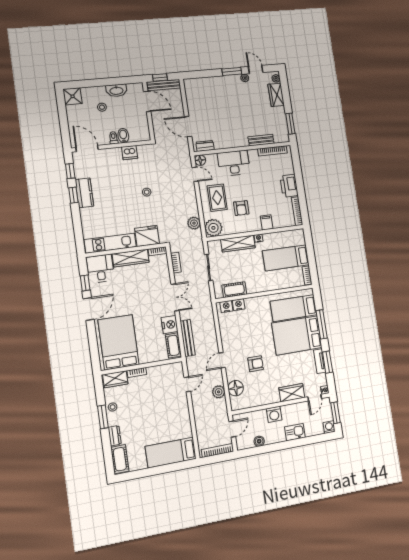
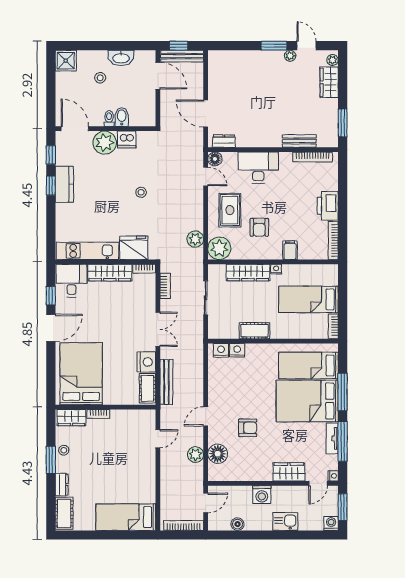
plant: (112, 157) -> (105, 143), added
cot: (234, 290) -> (254, 331), moved
window: (328, 362) -> (343, 441), width x1.44

